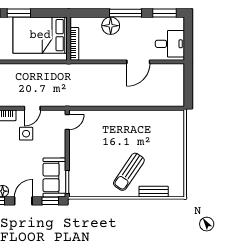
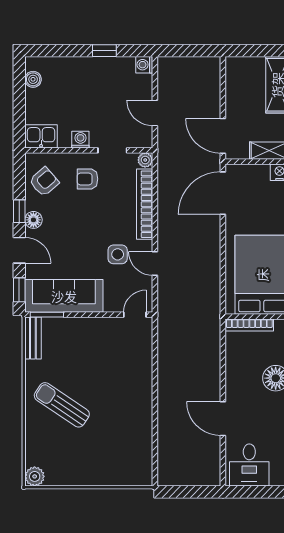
door: (67, 122) -> (135, 315), swing flipped
sofa: (54, 177) -> (64, 296), width x1.36
plant: (178, 190) -> (35, 476), added
bench: (154, 192) -> (33, 338), moved

